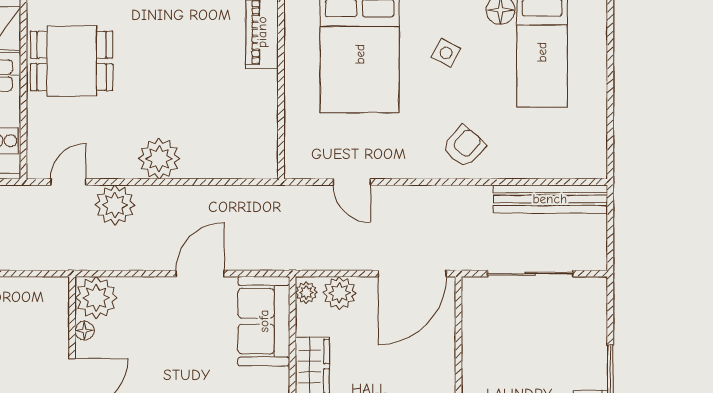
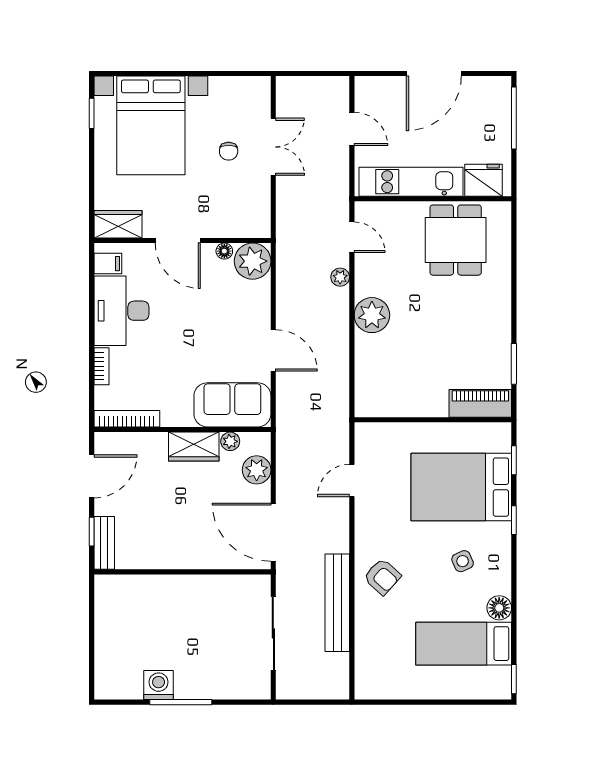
side table: (446, 53) -> (463, 561), turned 38
bench: (550, 199) -> (337, 603), moved
plant: (115, 205) -> (340, 277), width x0.53, depth x0.53
plant: (306, 292) -> (230, 441), moved

